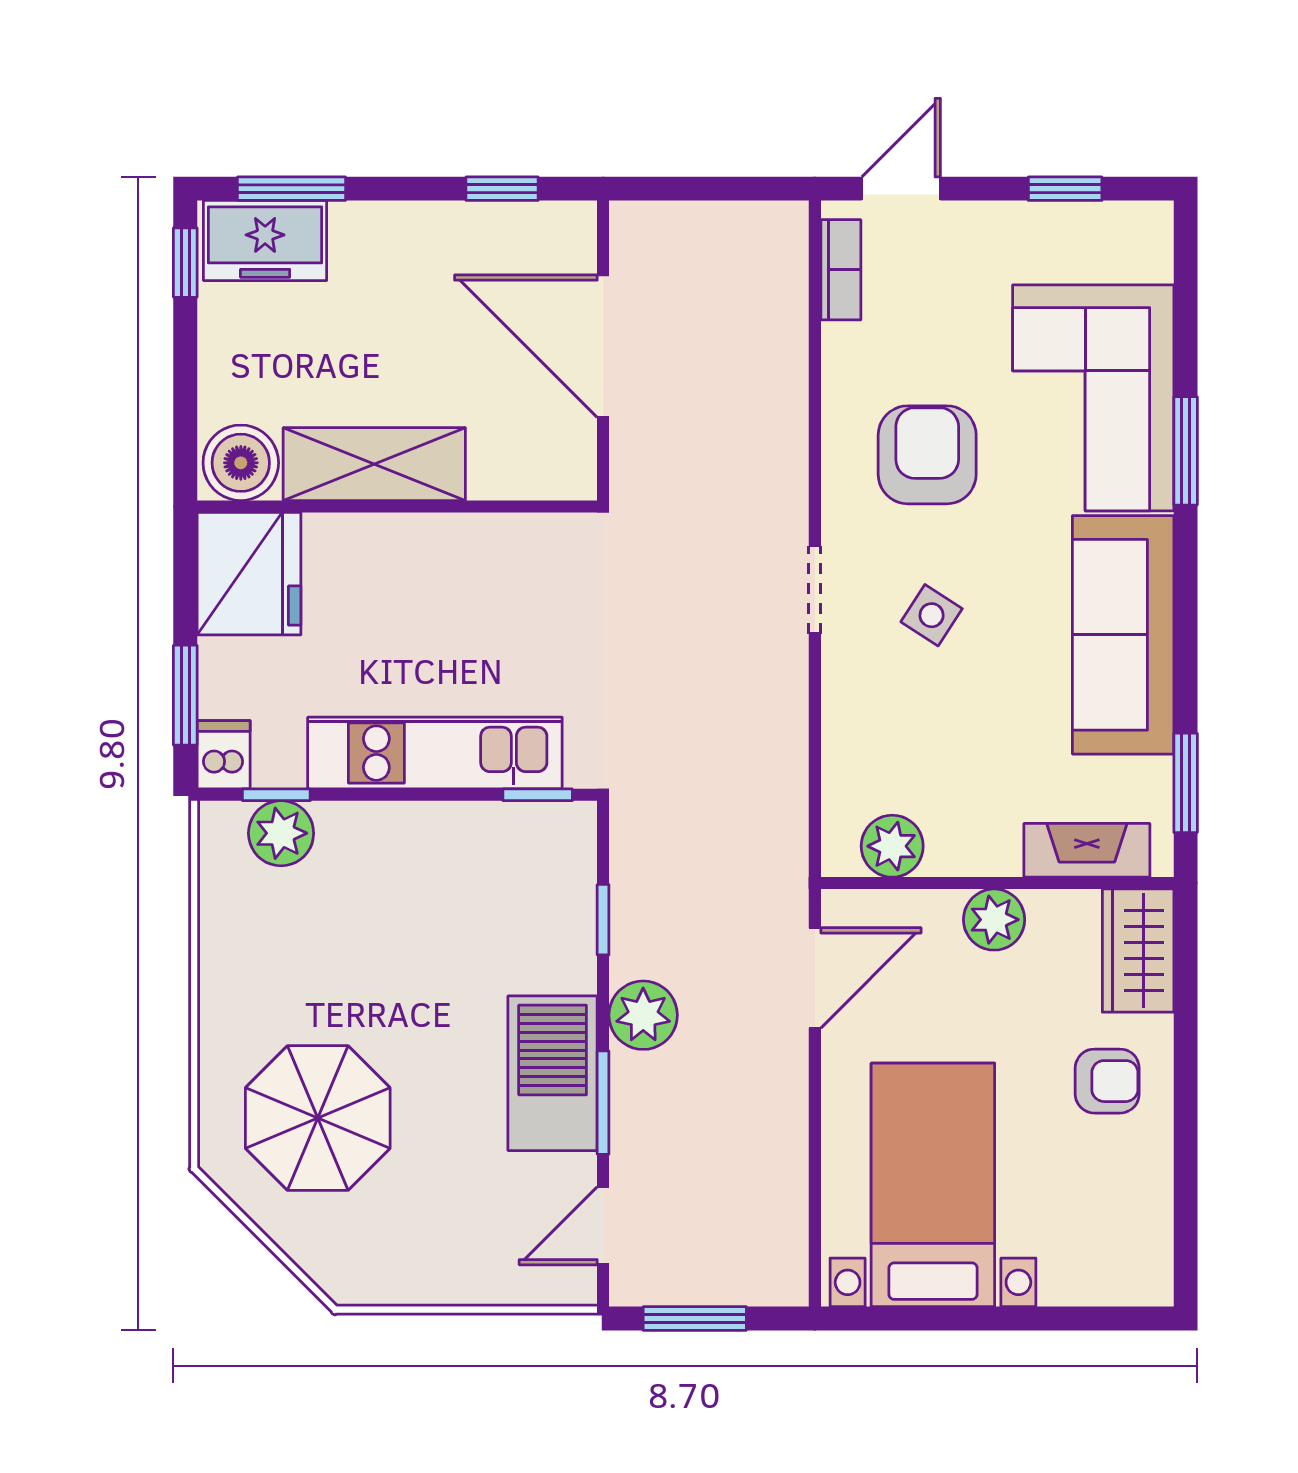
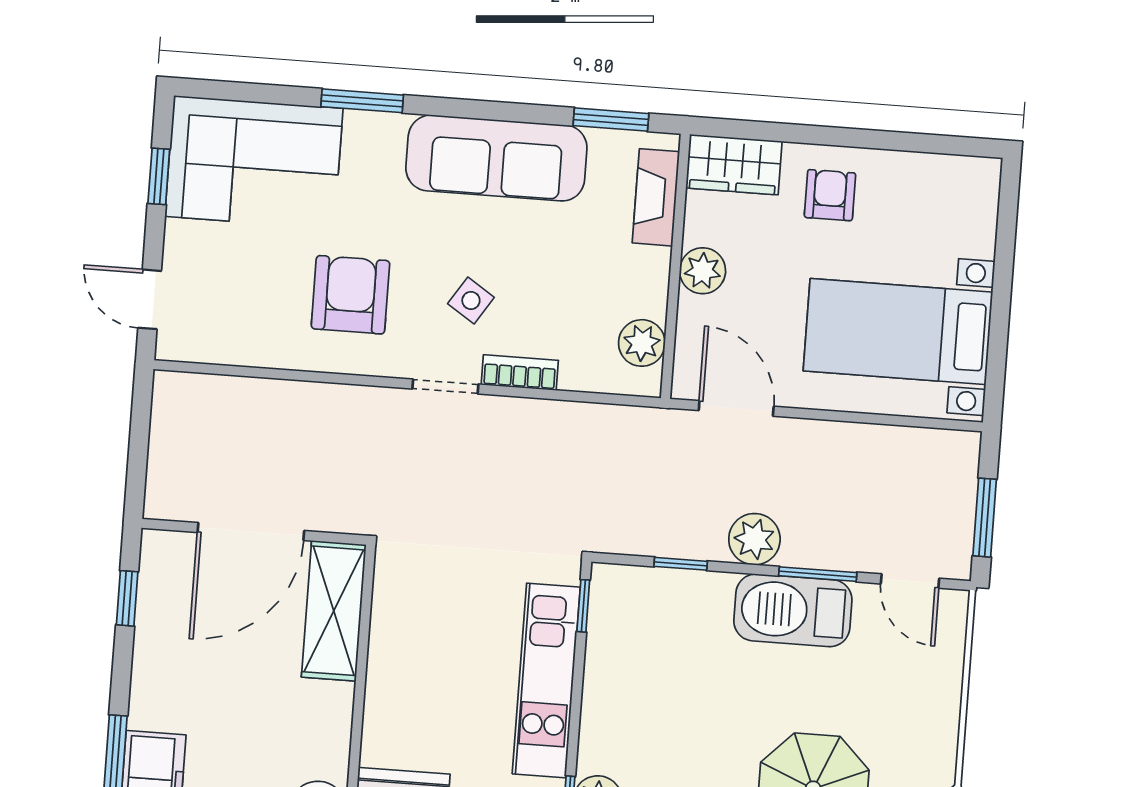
bookcase: (841, 270) -> (520, 373), moved
corner sofa: (1093, 398) -> (254, 162), moved
armchair: (927, 455) -> (350, 295), turned 90
shelving: (374, 464) -> (334, 611), moved

